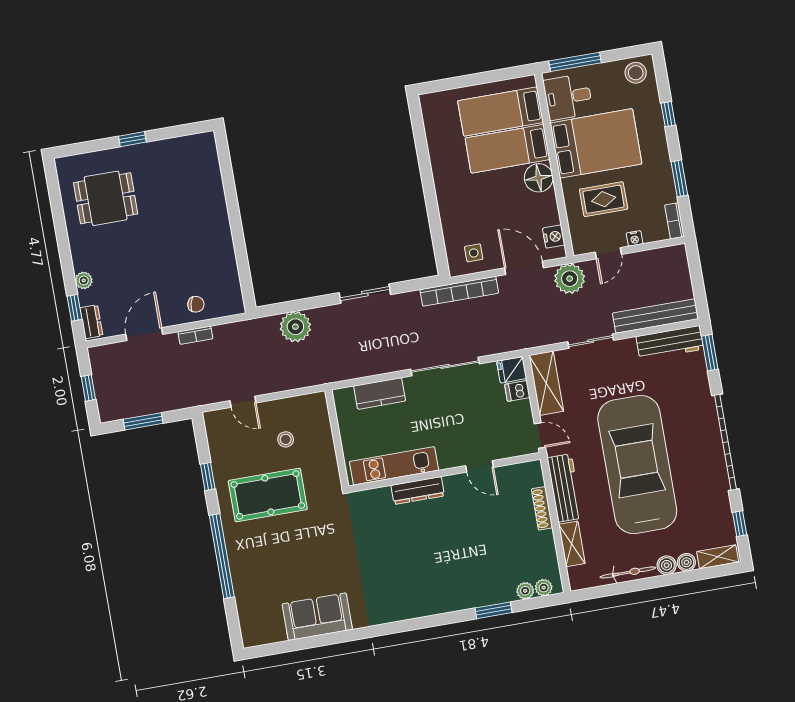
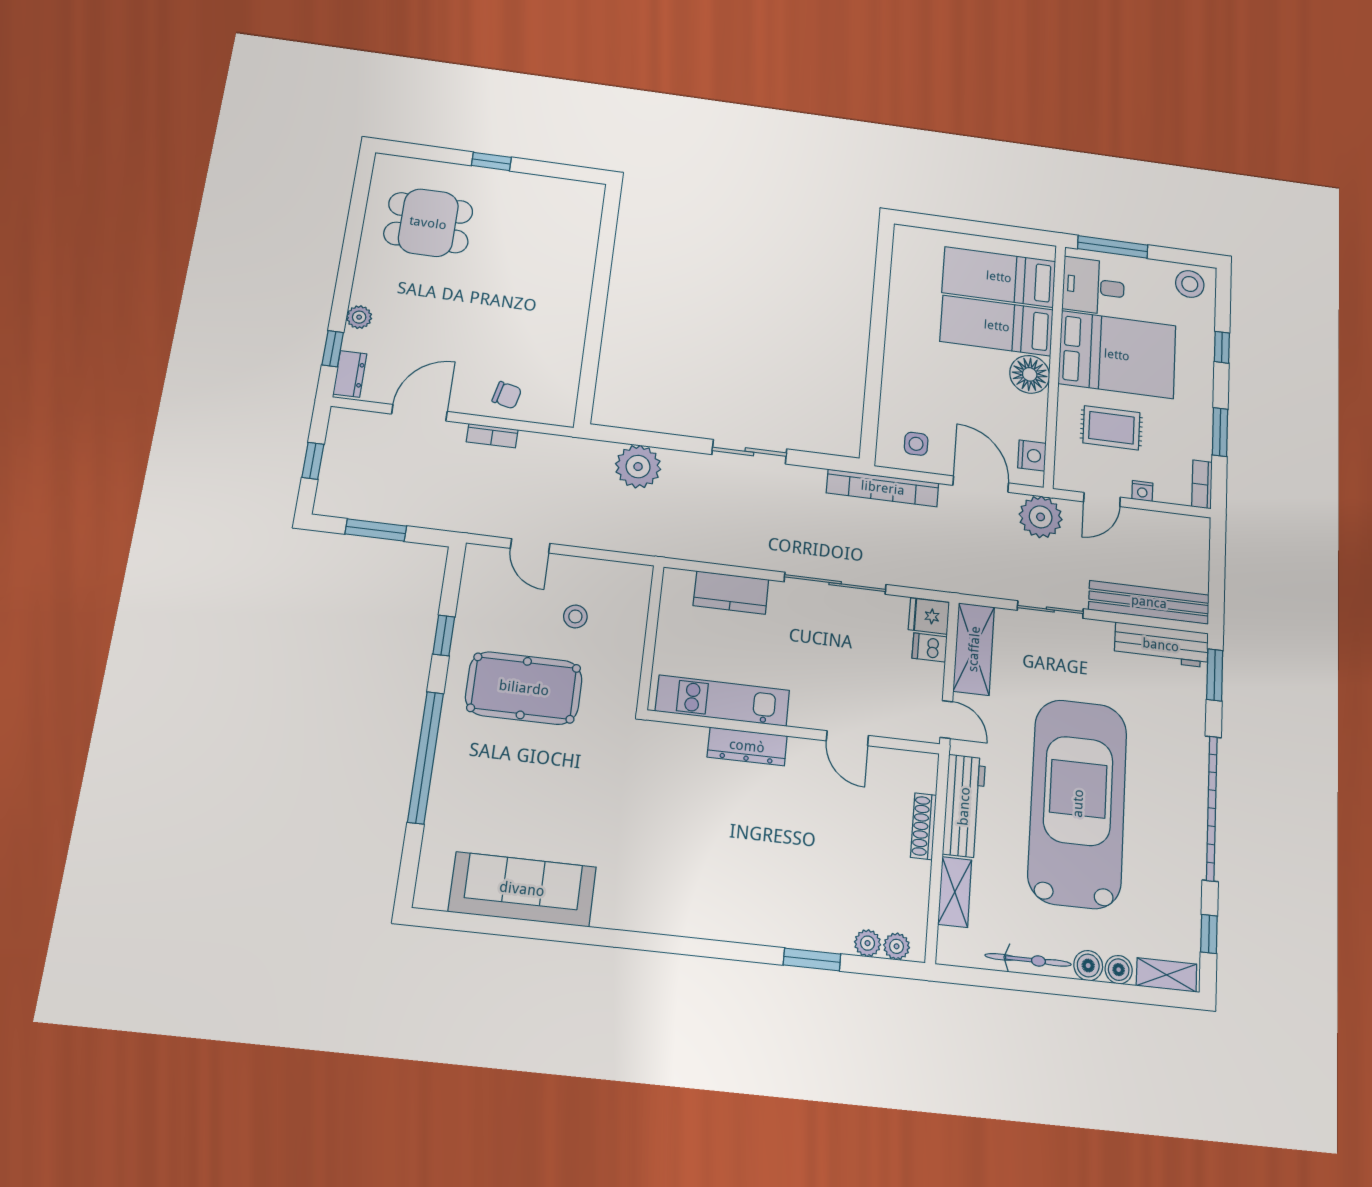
sofa: (317, 617) -> (522, 889), width x1.36

